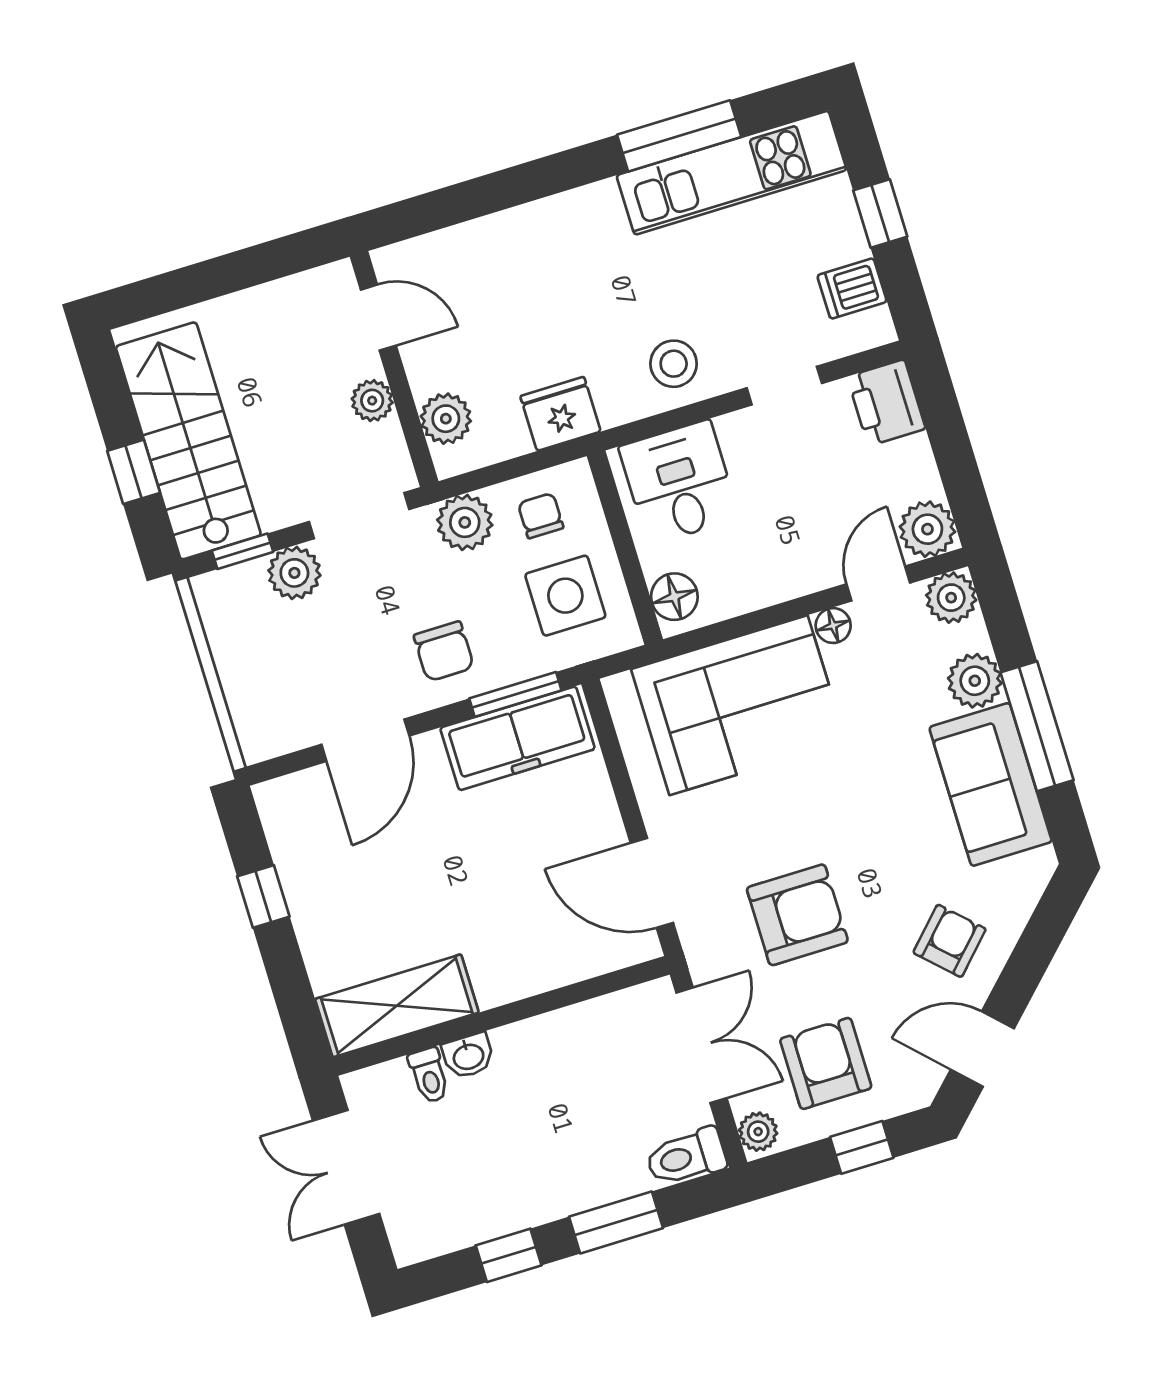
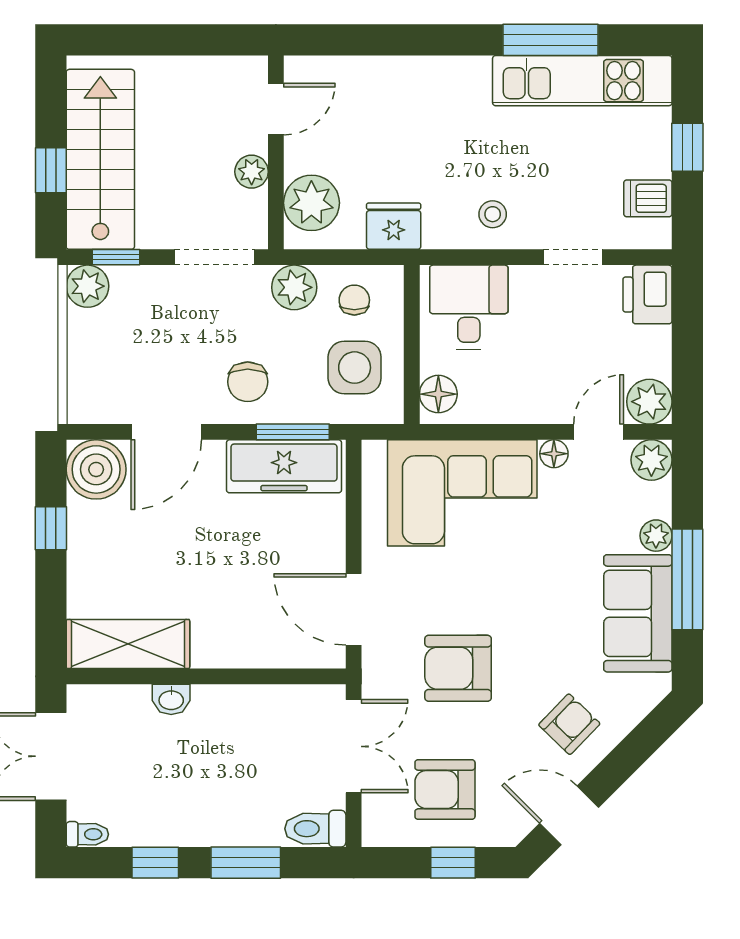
door: (378, 318) -> (276, 109), hinge flipped
stool: (674, 364) -> (493, 214), width x0.73, depth x0.73
plant: (446, 419) -> (311, 203), width x1.36, depth x1.36
plant: (294, 573) -> (87, 286), moved
plant: (975, 681) -> (656, 536), width x0.73, depth x0.73
boiler: (296, 810) -> (96, 469), added
armchair: (797, 915) -> (458, 668), turned 180
armchair: (826, 1063) -> (445, 790), turned -90
toilet: (429, 1075) -> (87, 834), moved, turned -90
plant: (758, 1132) -> (377, 826), removed

